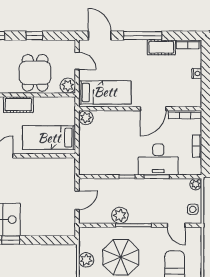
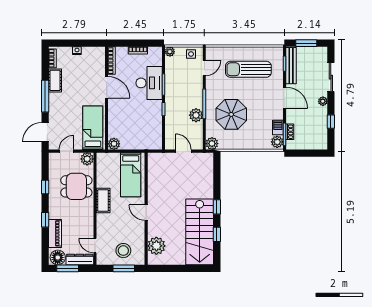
plant: (86, 260) -> (212, 144), moved

